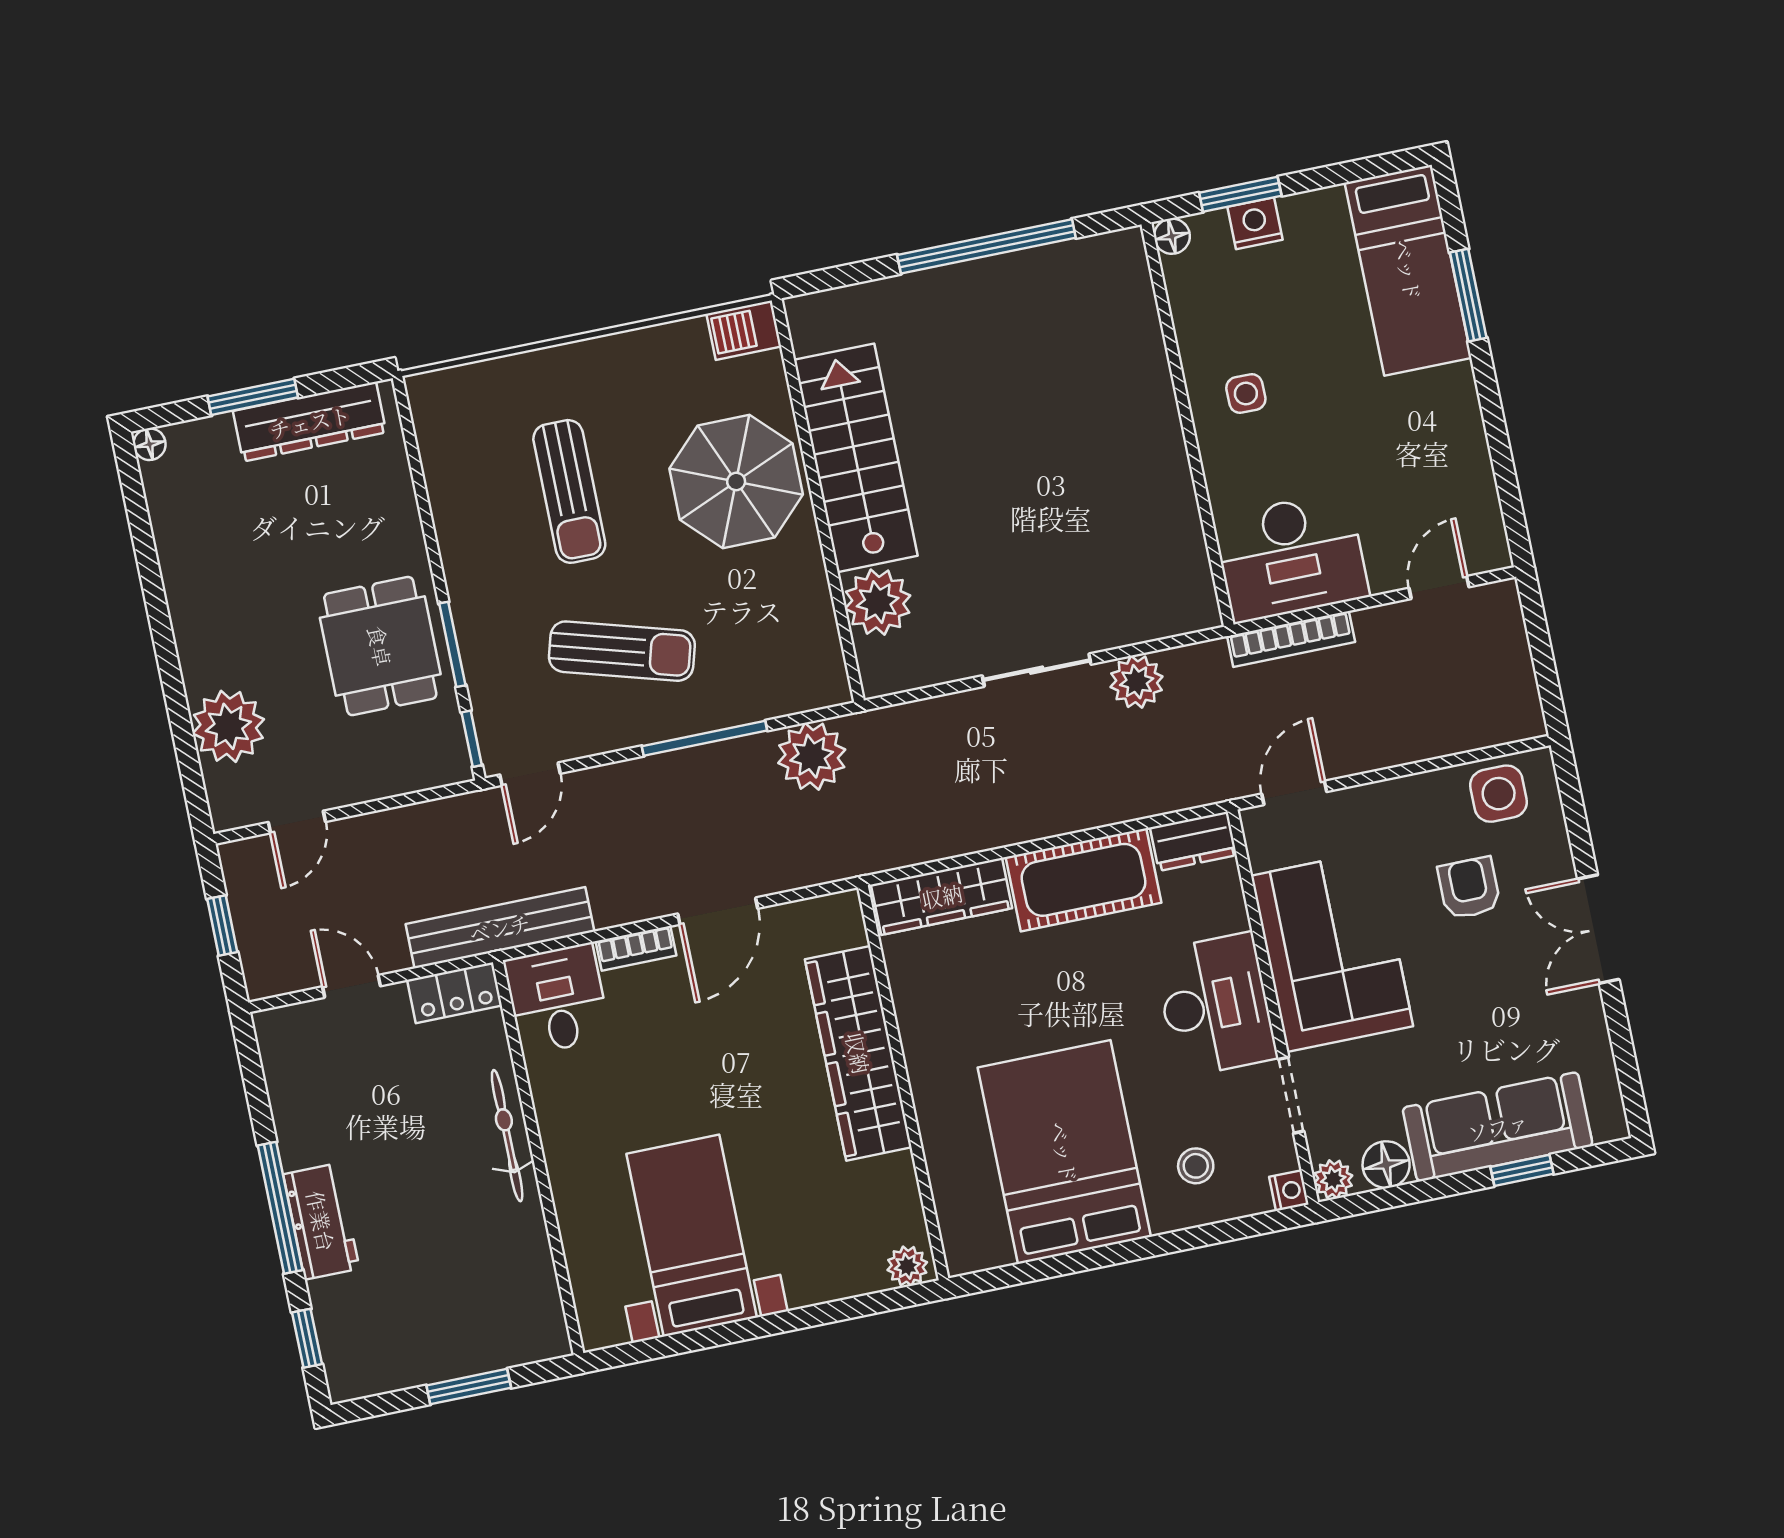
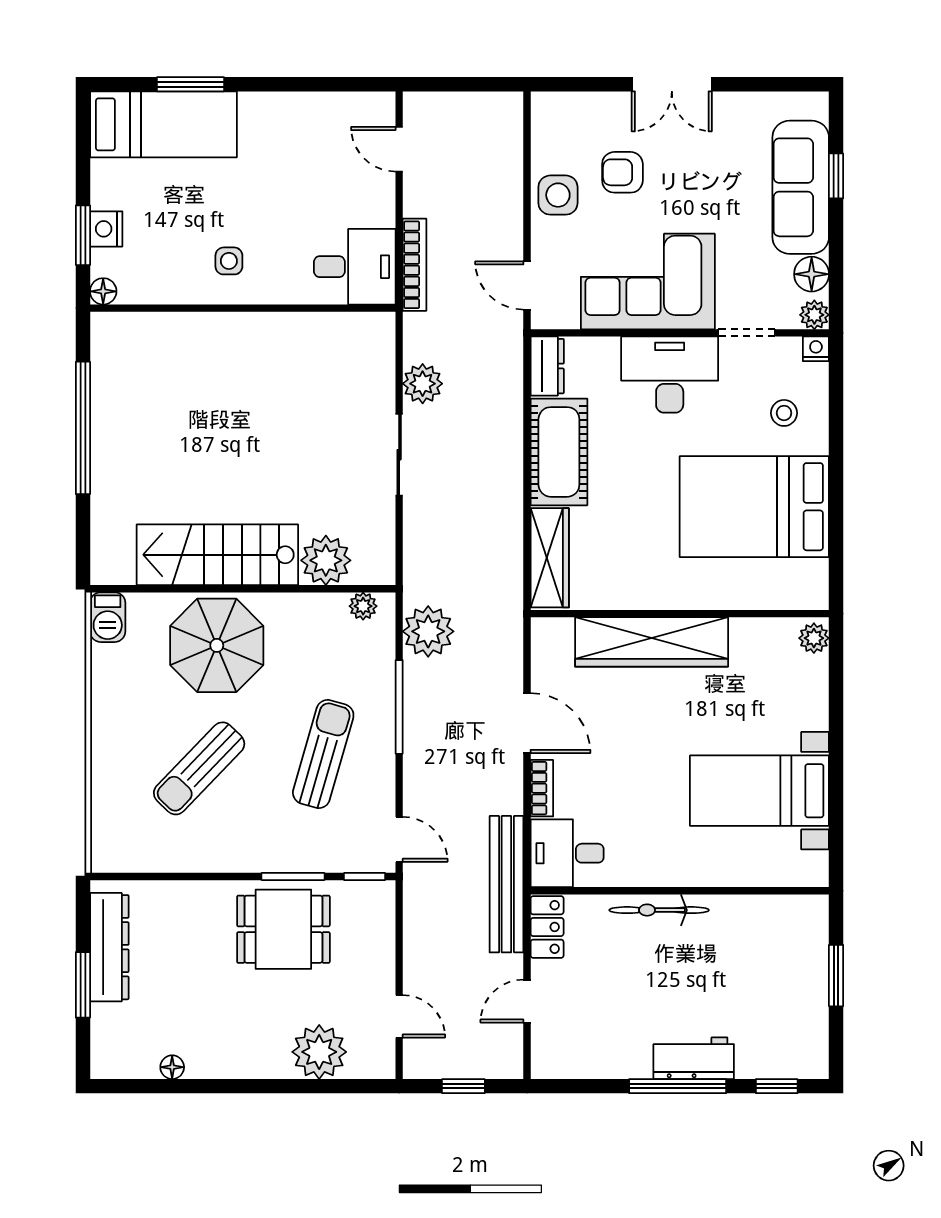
floor lamp: (150, 444) -> (172, 1067), moved
sun lounger: (569, 491) -> (199, 768), turned 134
desk: (1291, 557) -> (355, 267), width x0.73
plant: (828, 664) -> (363, 606), added
side table: (1499, 794) -> (558, 195), moved

